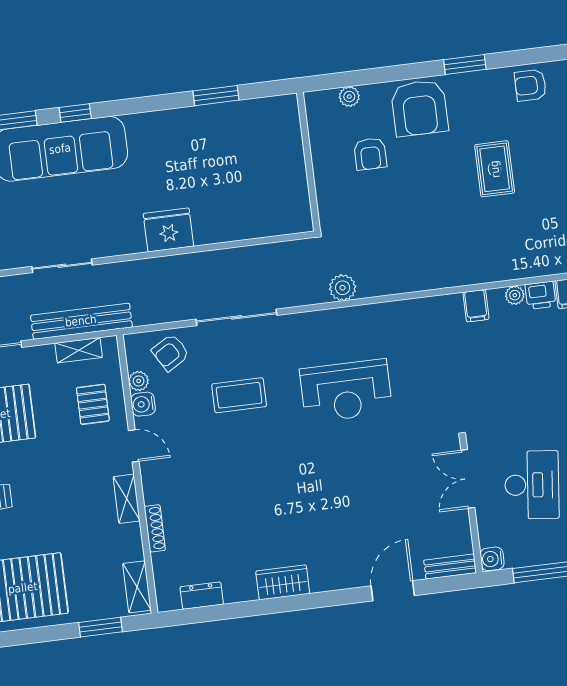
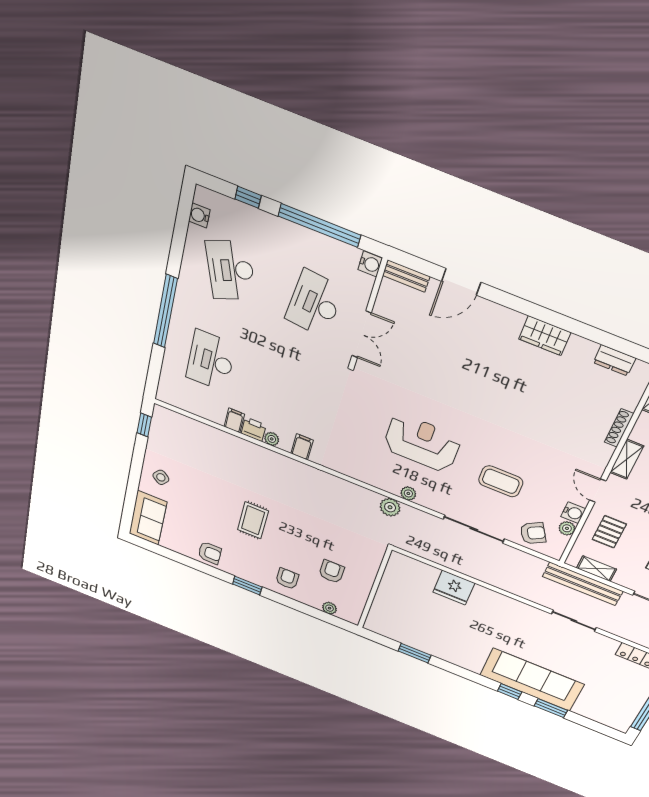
armchair: (419, 108) -> (287, 579), width x0.53, depth x0.53
fridge: (168, 230) -> (454, 588), moved
plant: (331, 318) -> (408, 493), added

